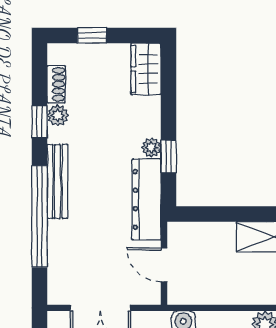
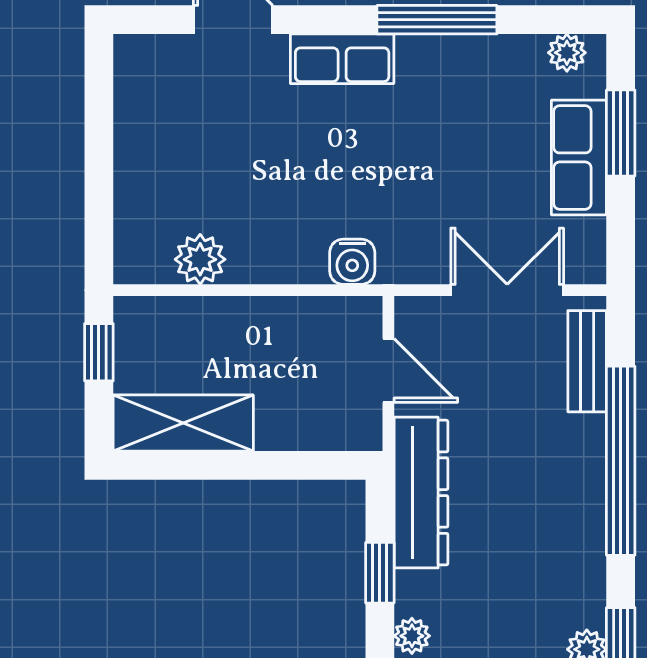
plant: (151, 147) -> (412, 636), moved
bench: (57, 181) -> (587, 361), moved, width x0.73

